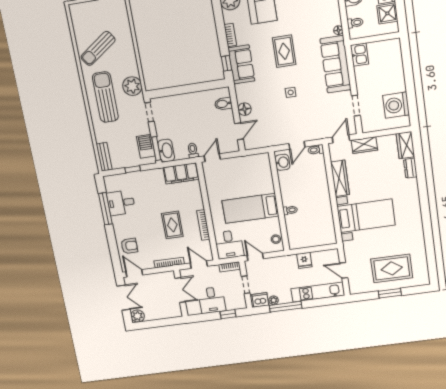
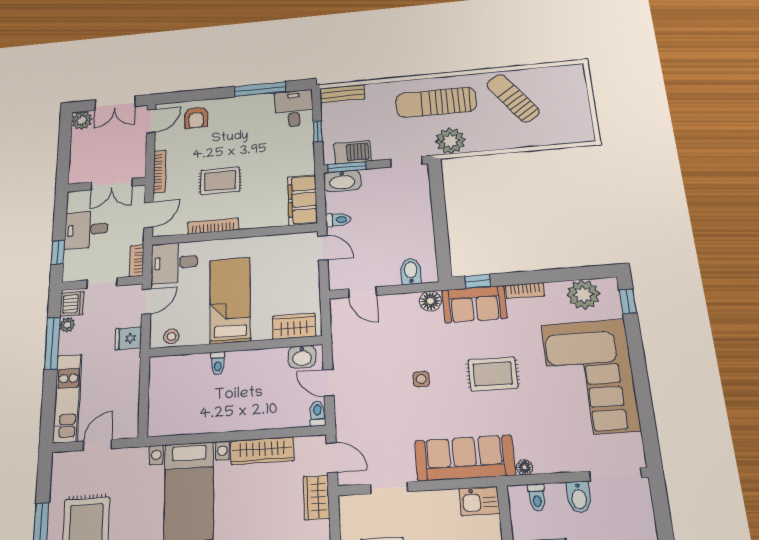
sun lounger: (105, 97) -> (436, 102), turned 180
floor lamp: (245, 109) -> (430, 301), moved
wardrobe: (264, 169) -> (294, 326), added
desk: (121, 203) -> (294, 109), moved
fridge: (304, 260) -> (128, 338), moved

